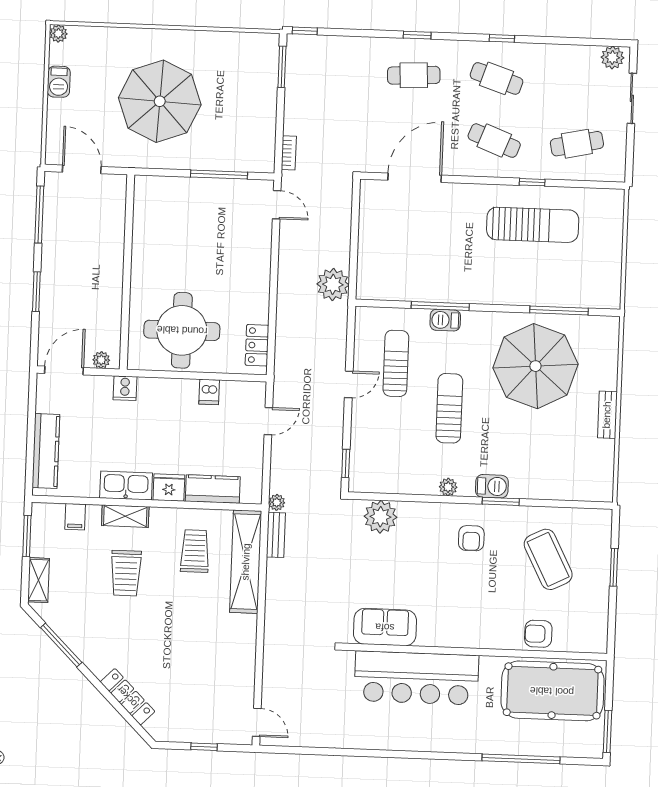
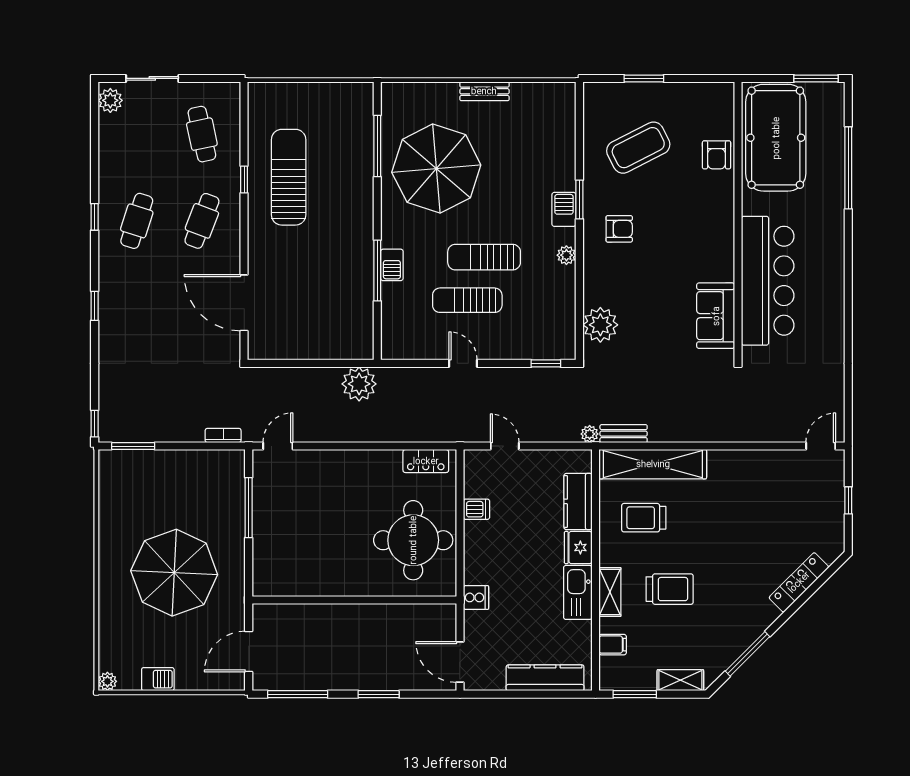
cafe table: (414, 75) -> (137, 308), removed
plant: (101, 360) -> (447, 623), removed
sun lounger: (396, 363) -> (467, 300), moved

